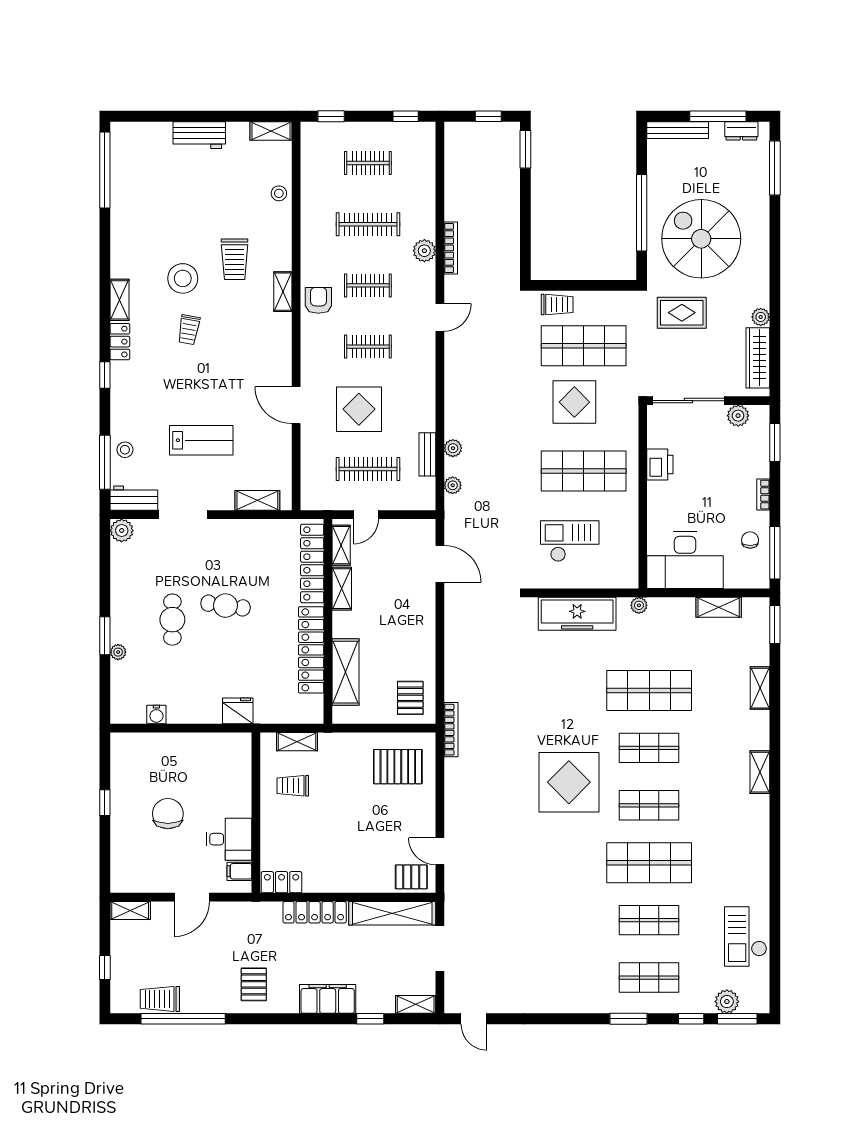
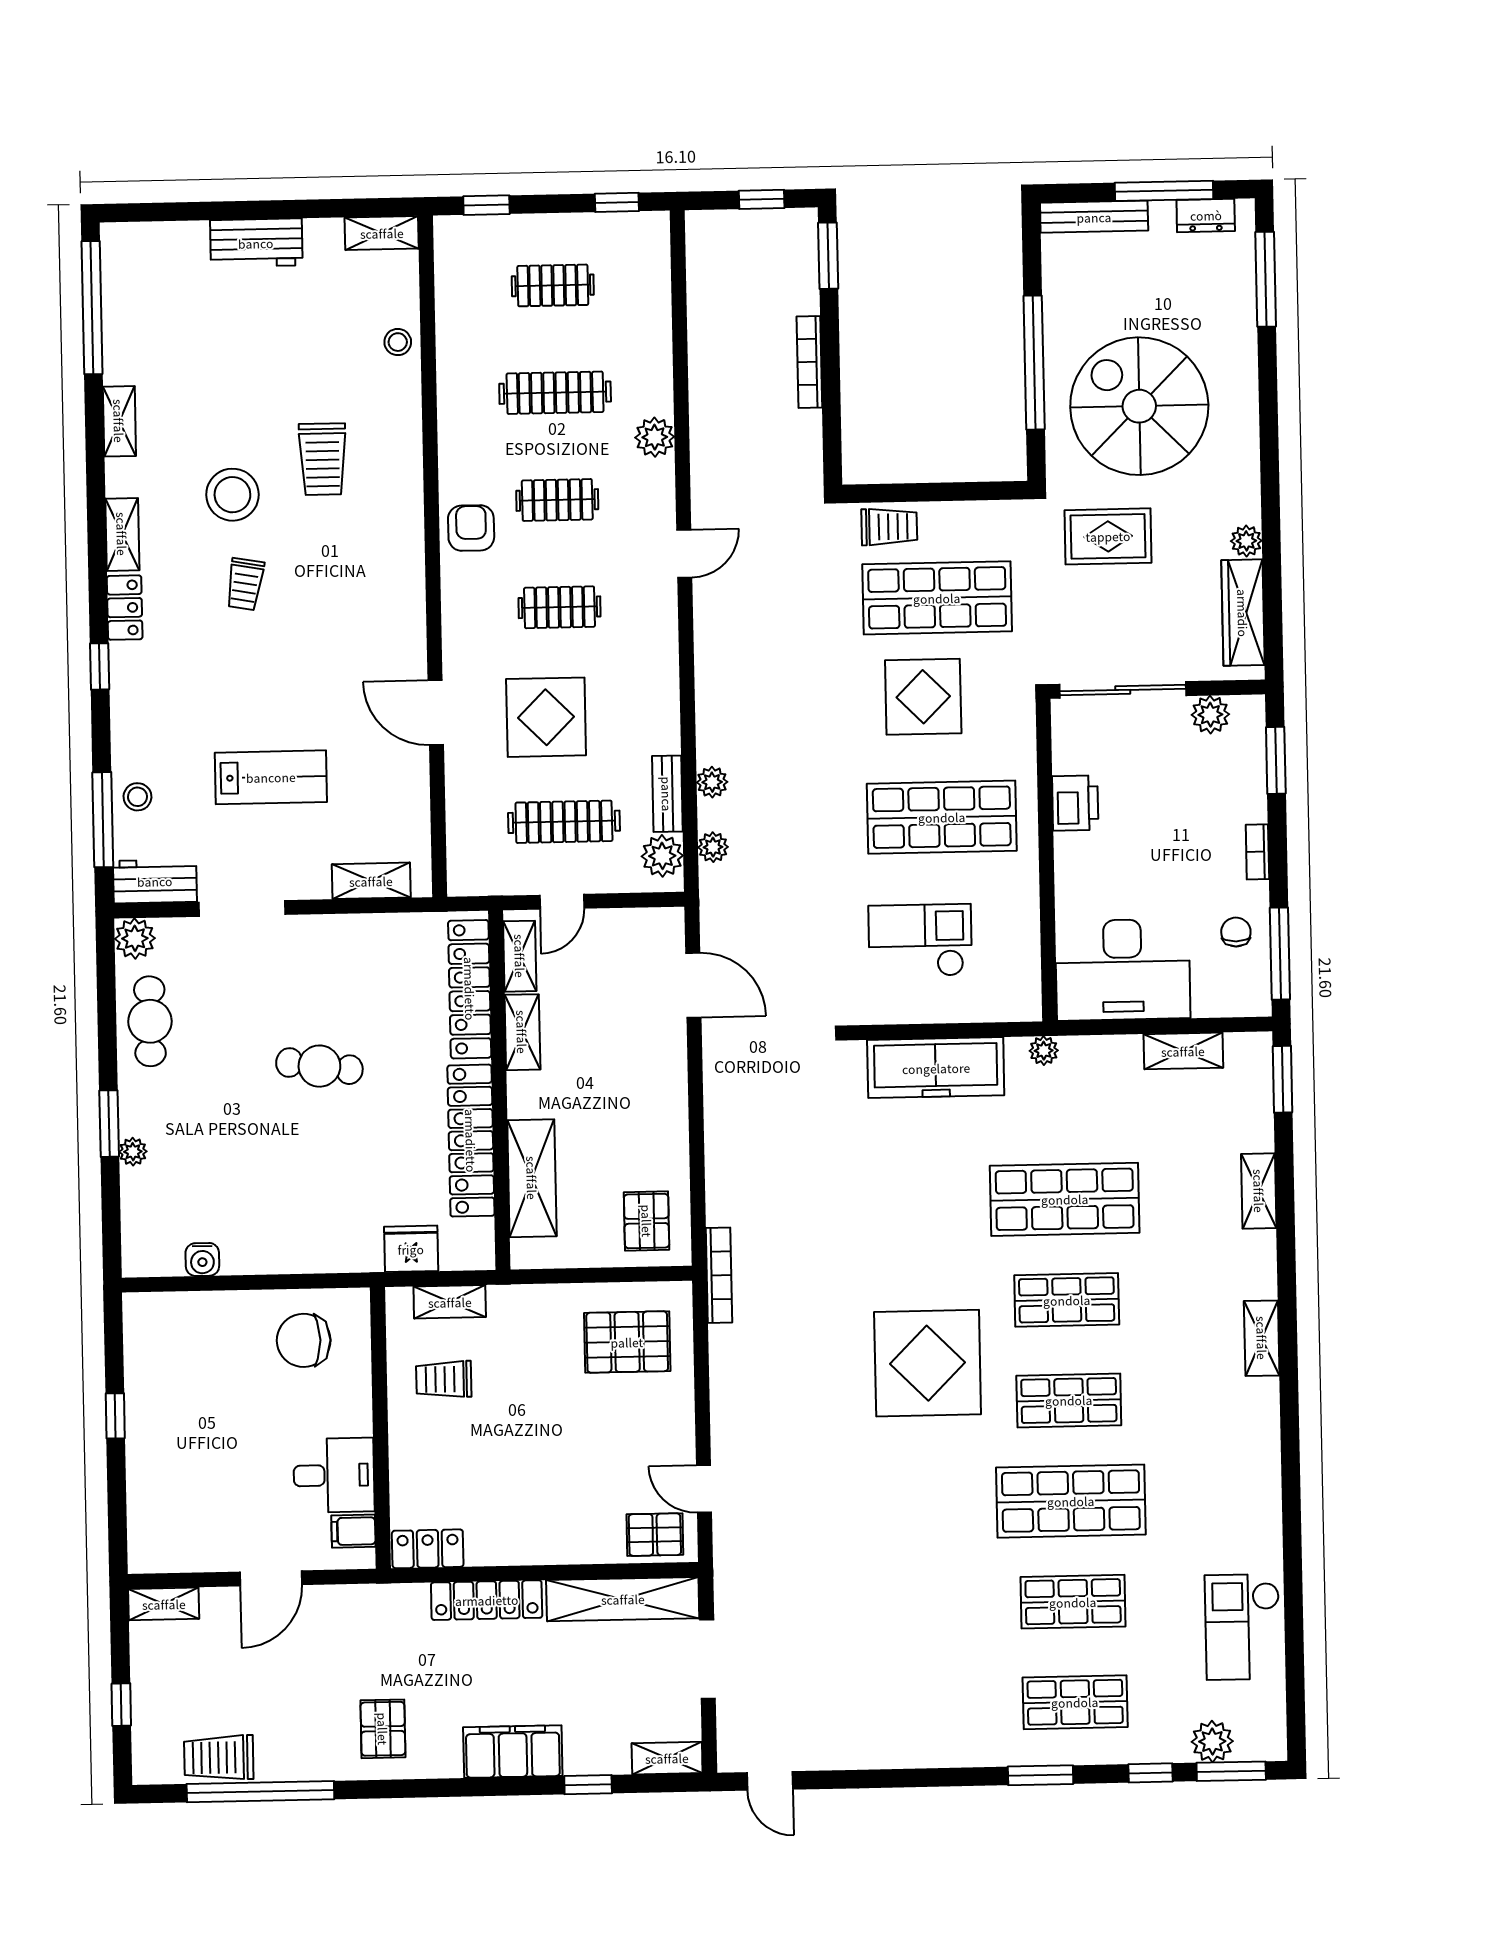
bookcase: (451, 248) -> (809, 362), moved, turned 180
shelving: (283, 292) -> (119, 421), moved
plant: (424, 490) -> (662, 856), added
cafe table: (172, 620) -> (150, 1021), moved
fridge: (238, 711) -> (411, 1249), moved
chair: (168, 814) -> (304, 1340), moved, turned -90

